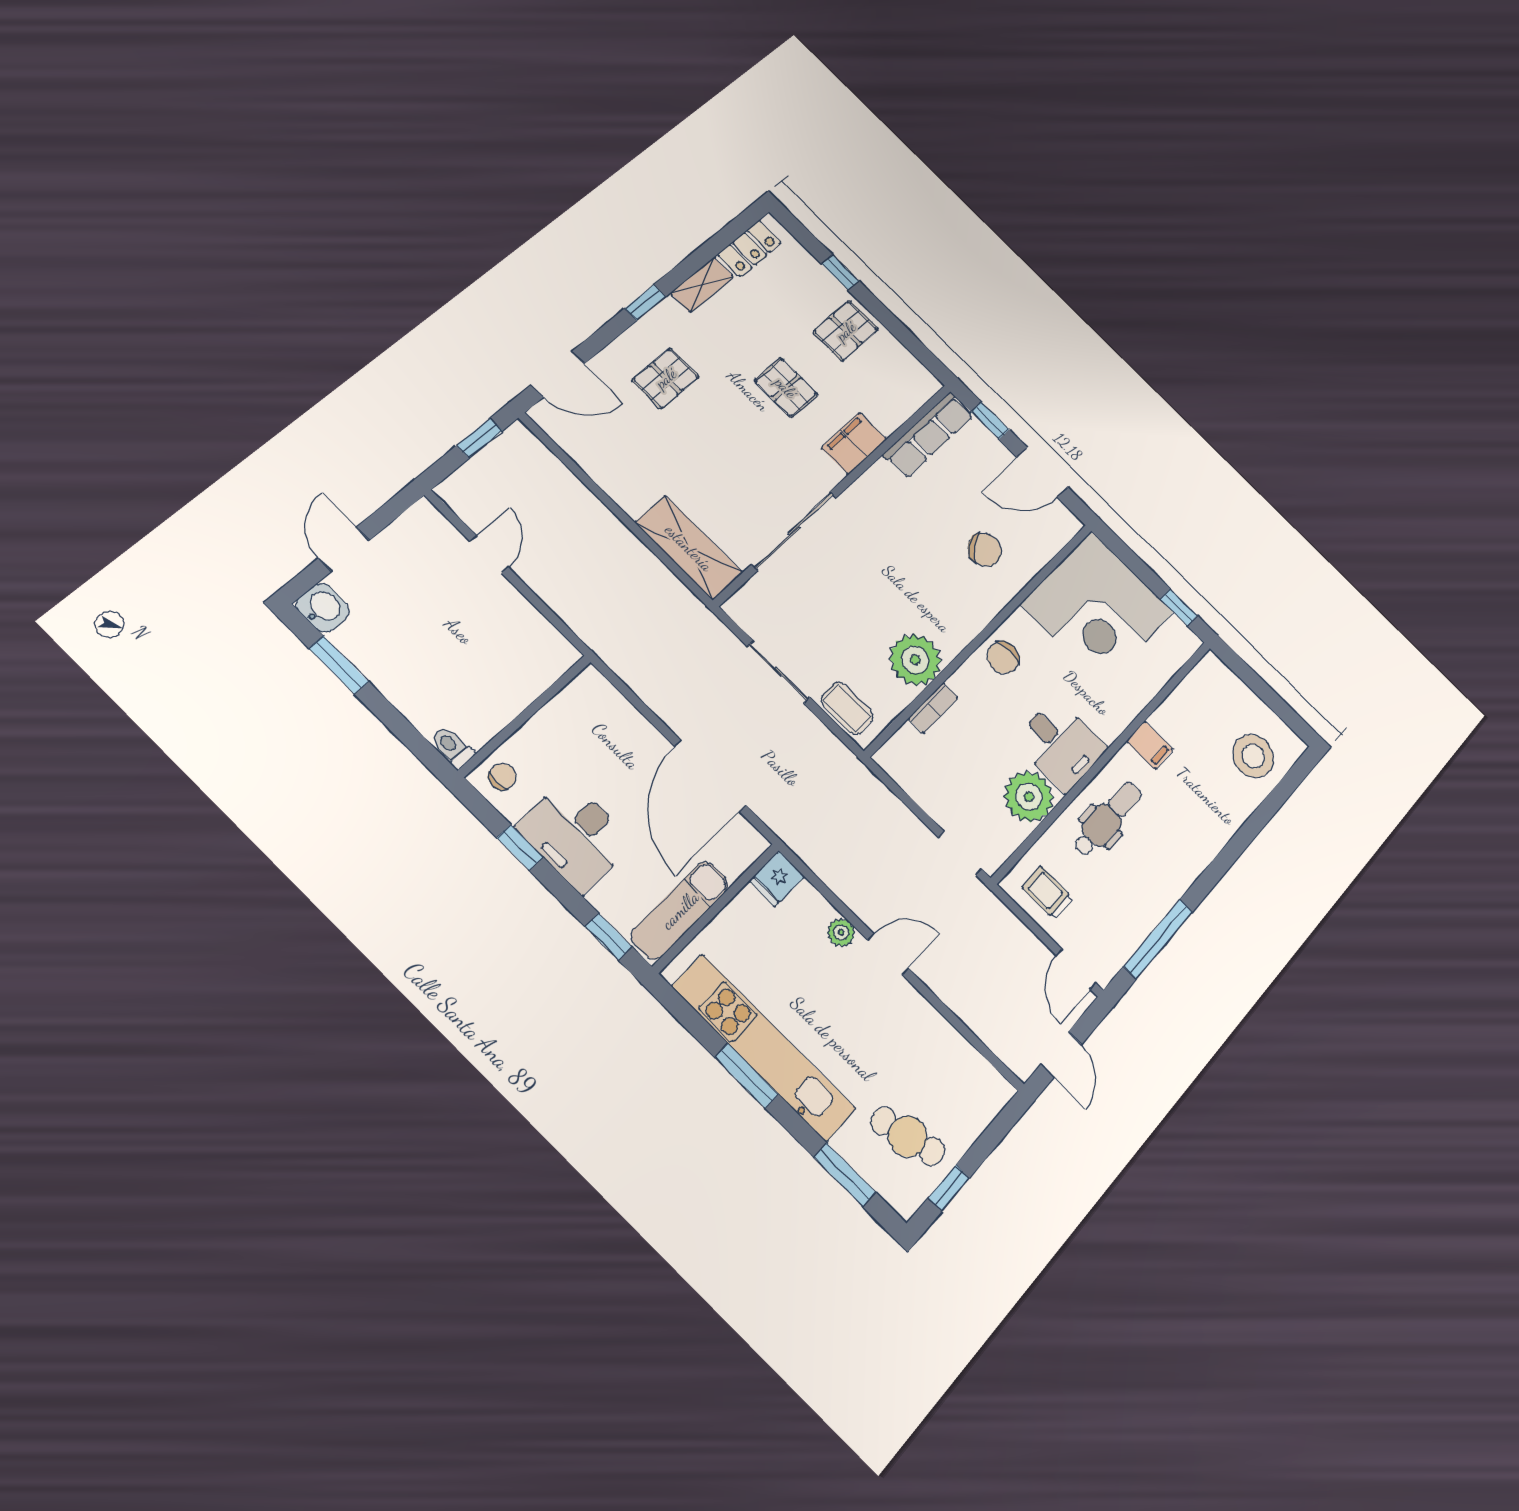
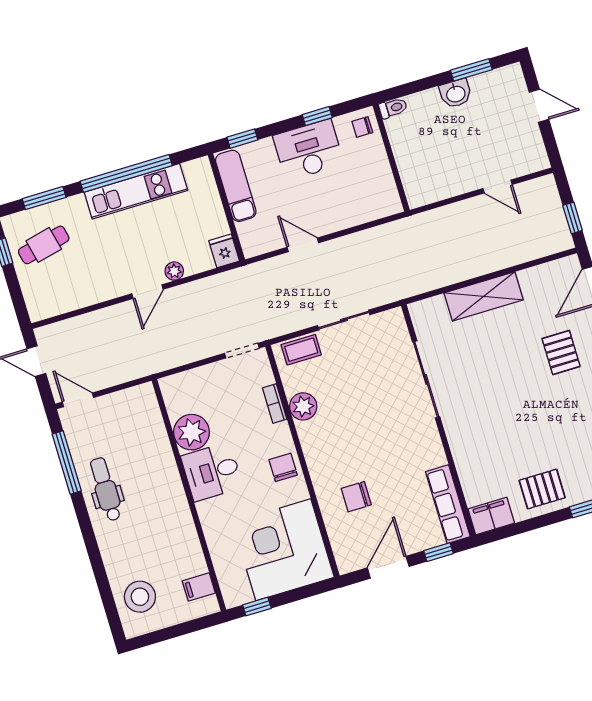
pallet: (846, 331) -> (542, 489), turned 90
pallet: (786, 388) -> (521, 427), removed
filing cabinet: (854, 443) -> (491, 516), moved, turned -90
shelving: (689, 548) -> (484, 296), moved
chair: (985, 550) -> (356, 497), turned 34
washbasin: (323, 608) -> (456, 93), moved
plant: (915, 660) -> (303, 406), width x0.73, depth x0.73
filing cabinet: (1150, 745) -> (199, 587), moved
chair: (502, 776) -> (362, 127), turned 90
door: (710, 776) -> (303, 245), width x0.53
dental chair: (1107, 819) -> (106, 489), moved, turned 180
doorway: (960, 853) -> (242, 351), moved
trolley: (1048, 893) -> (130, 409), removed
kitchen unit: (764, 1048) -> (136, 191), width x0.73
window: (747, 1076) -> (126, 173), width x2.11

